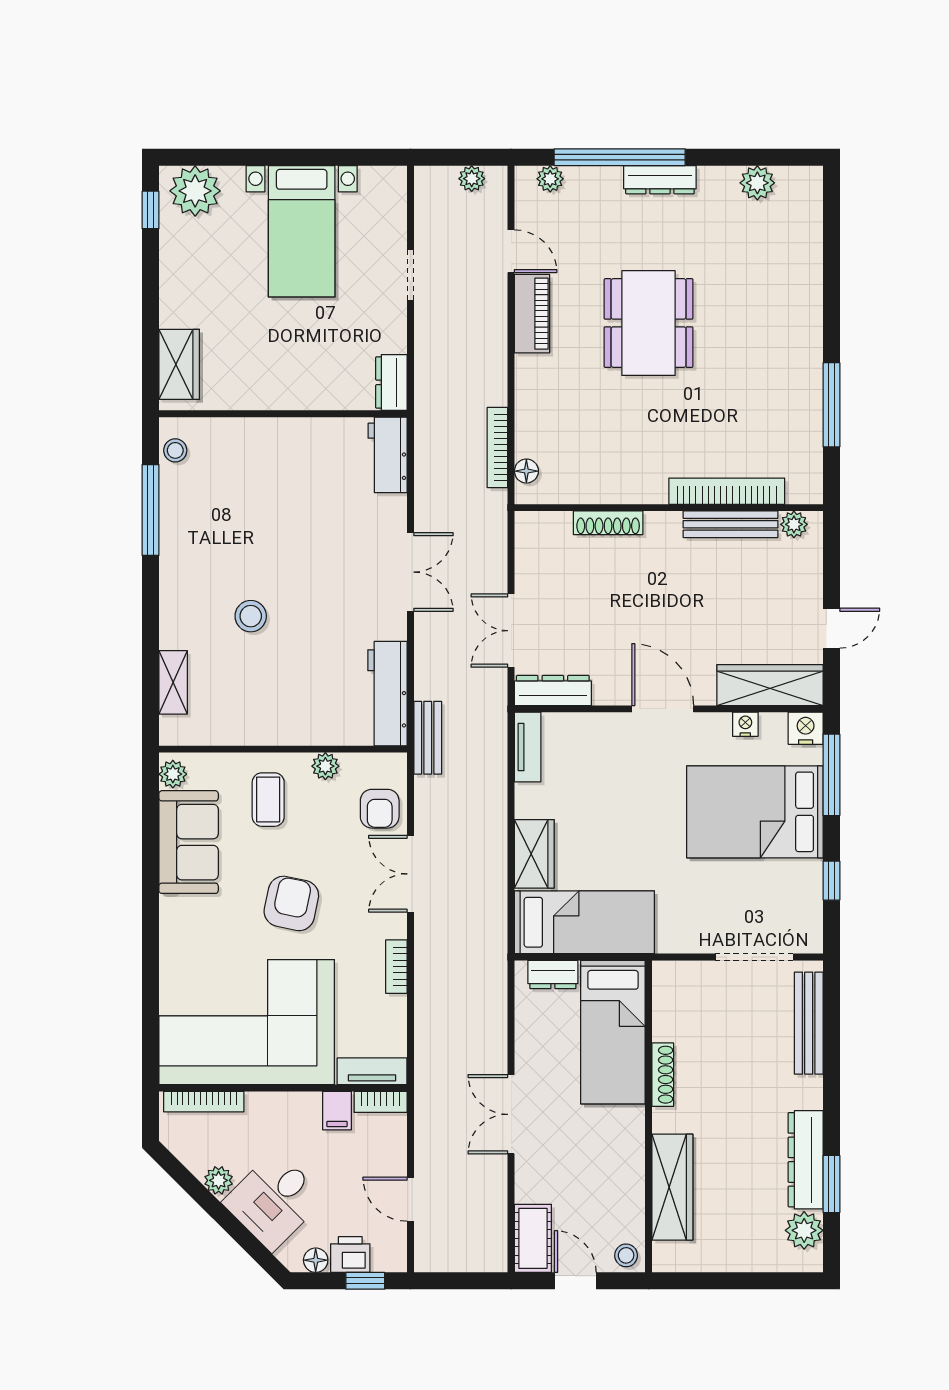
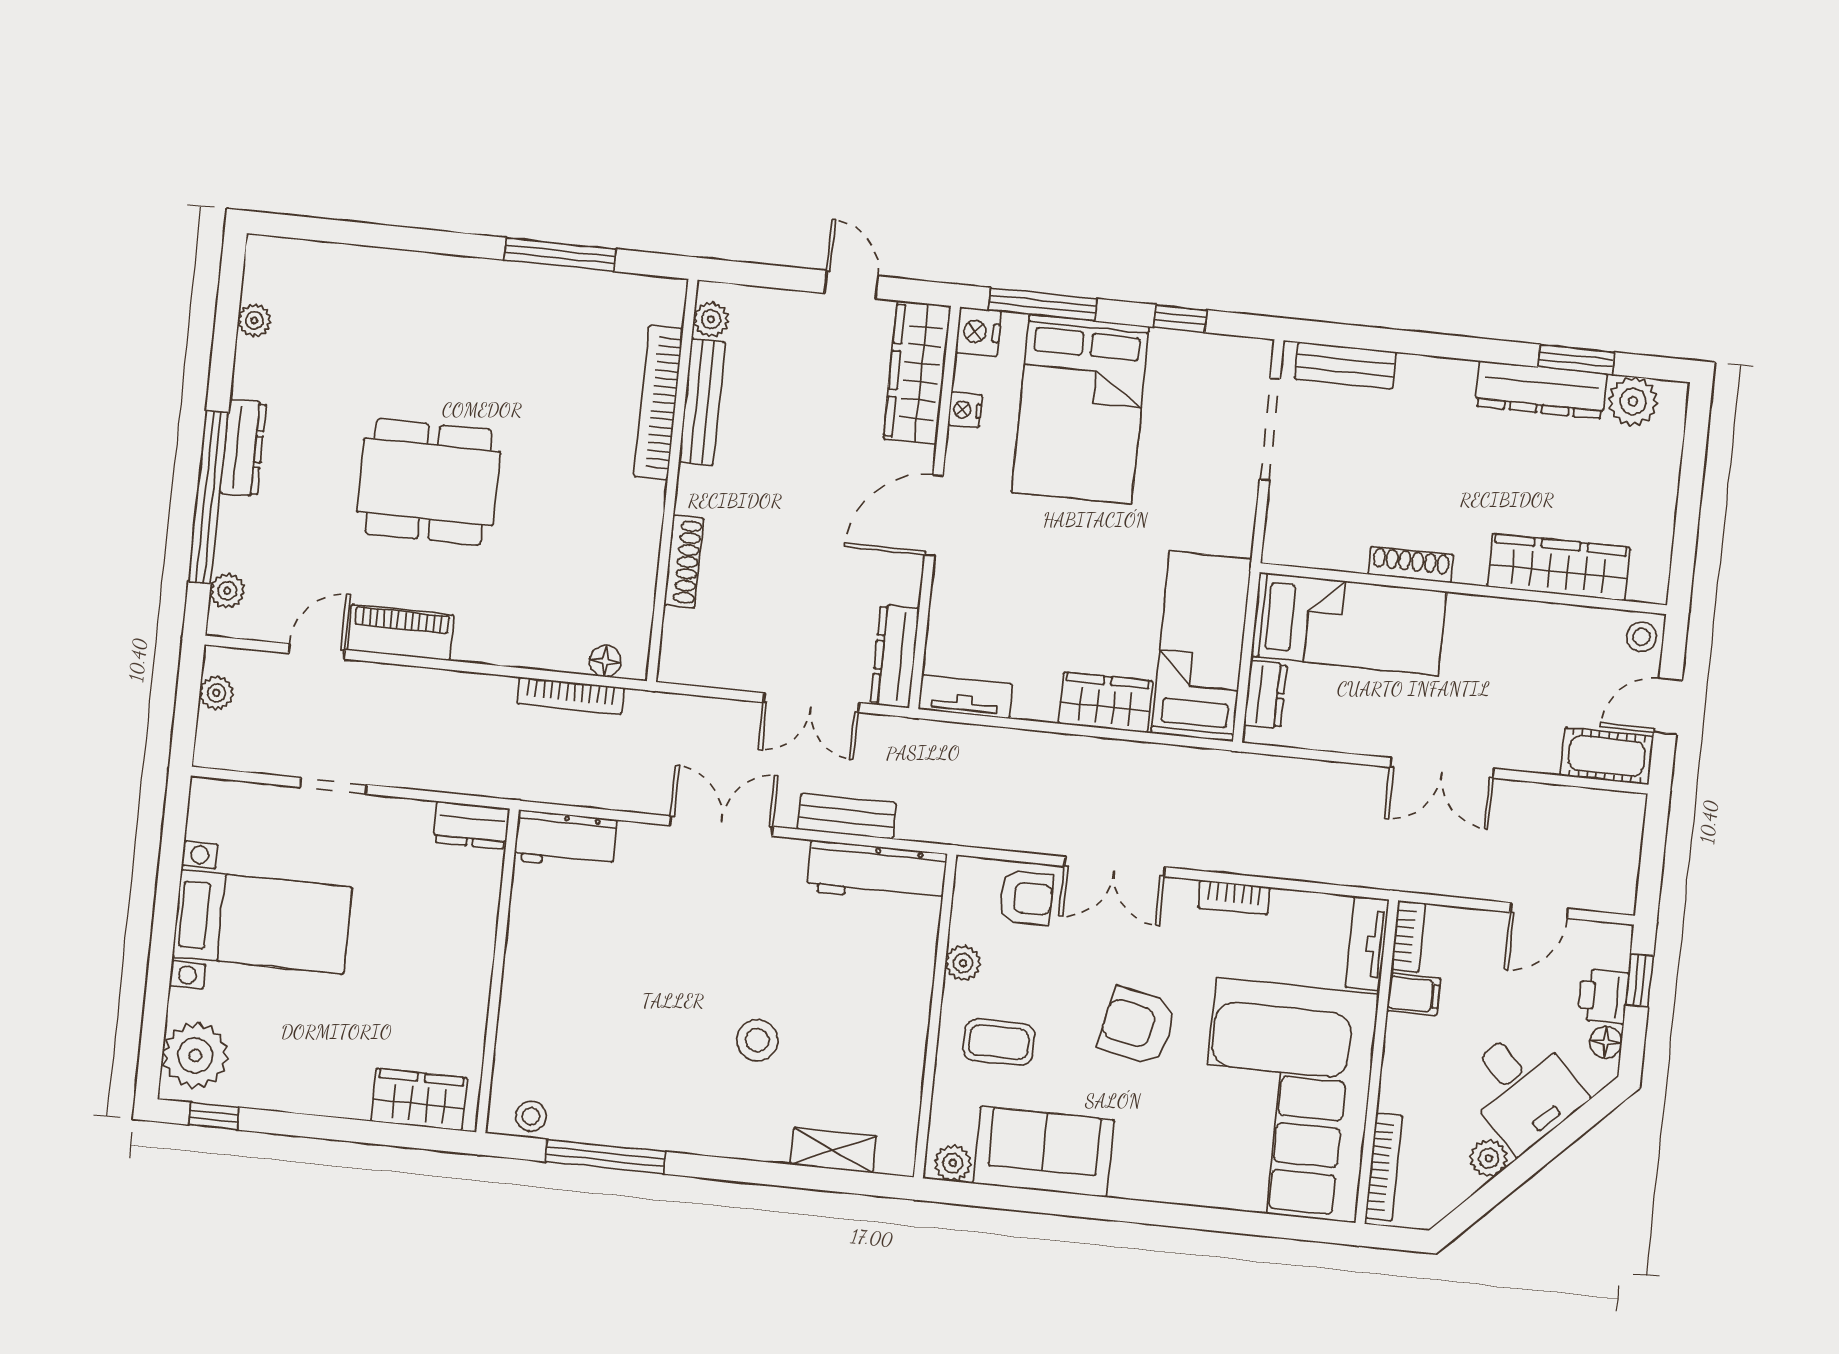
plant: (757, 183) -> (254, 320), width x0.73, depth x0.73
bench: (428, 738) -> (847, 816), moved
bench: (809, 1023) -> (1345, 366), width x0.73

